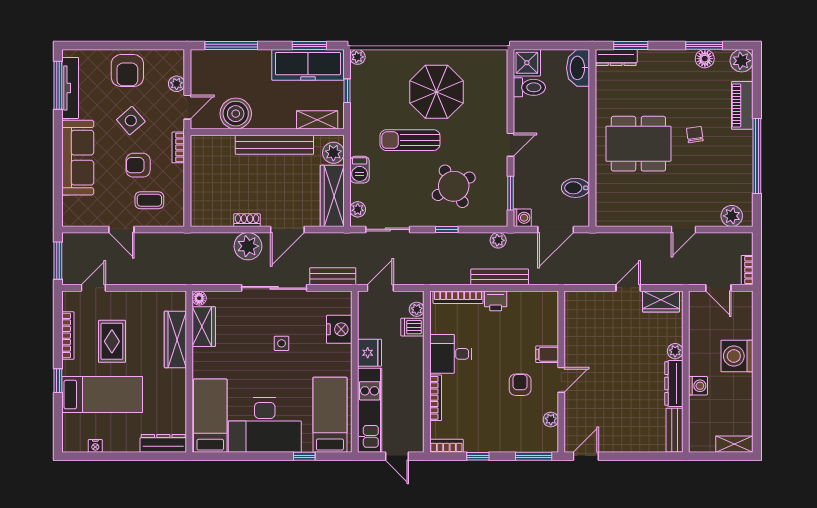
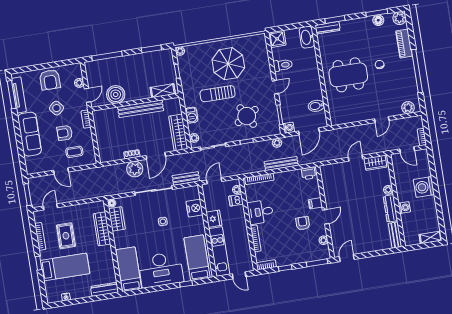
freezer: (308, 65) -> (152, 60), removed
toilet: (529, 87) -> (283, 65), moved
plant: (333, 153) -> (175, 108), removed
printer: (496, 301) -> (308, 173), moved

